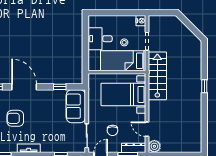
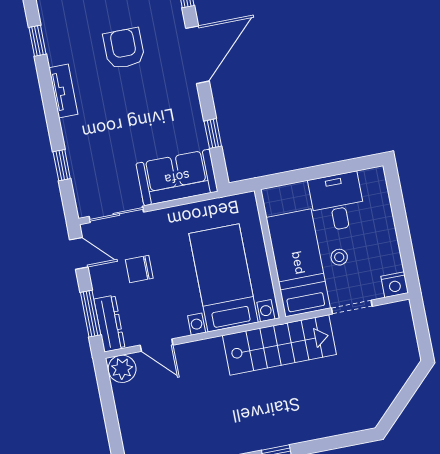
door: (147, 129) -> (157, 345), swing flipped

